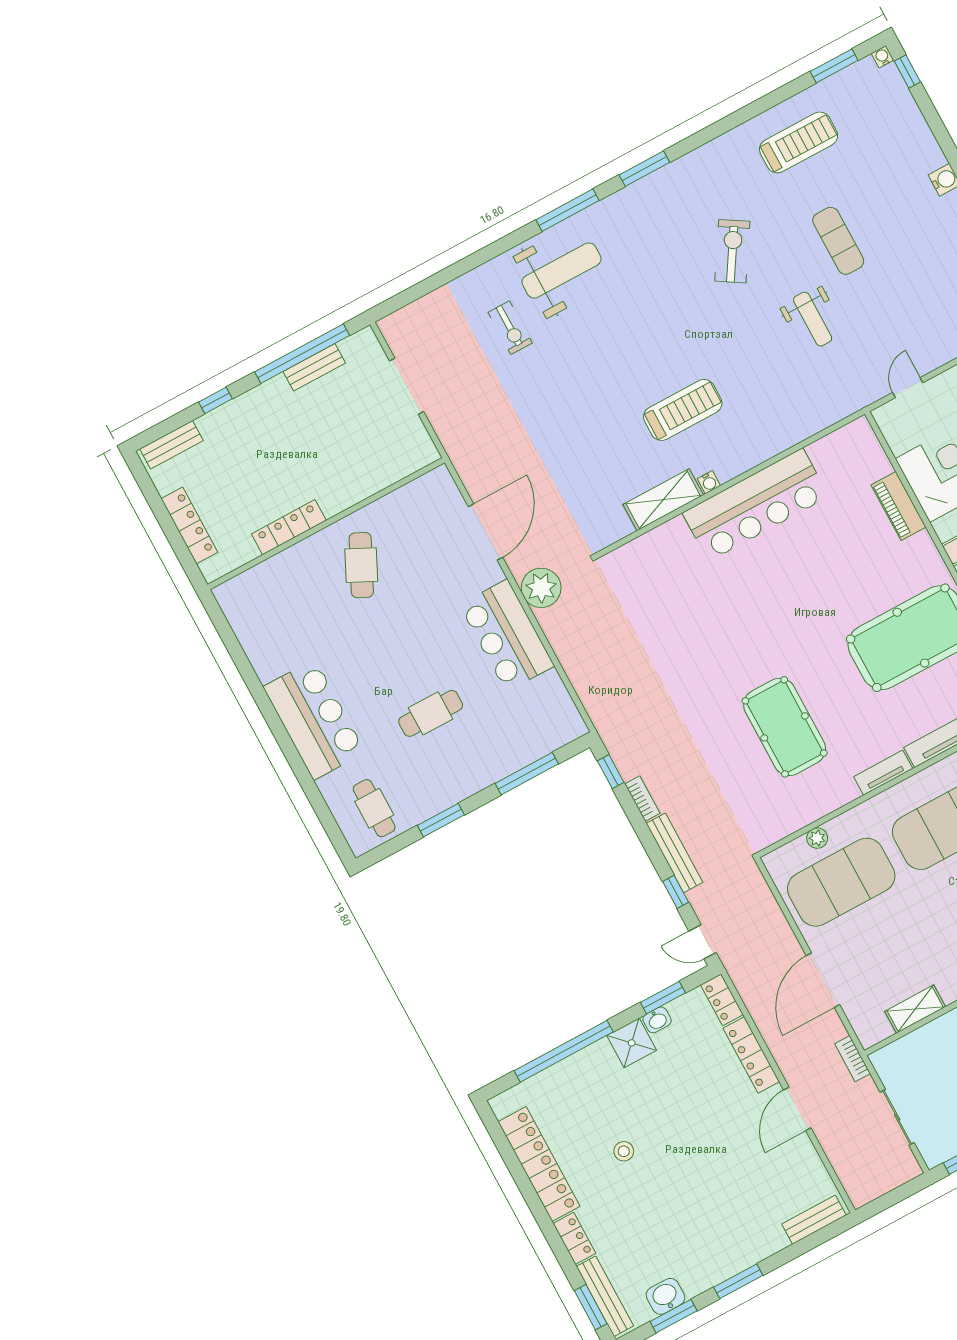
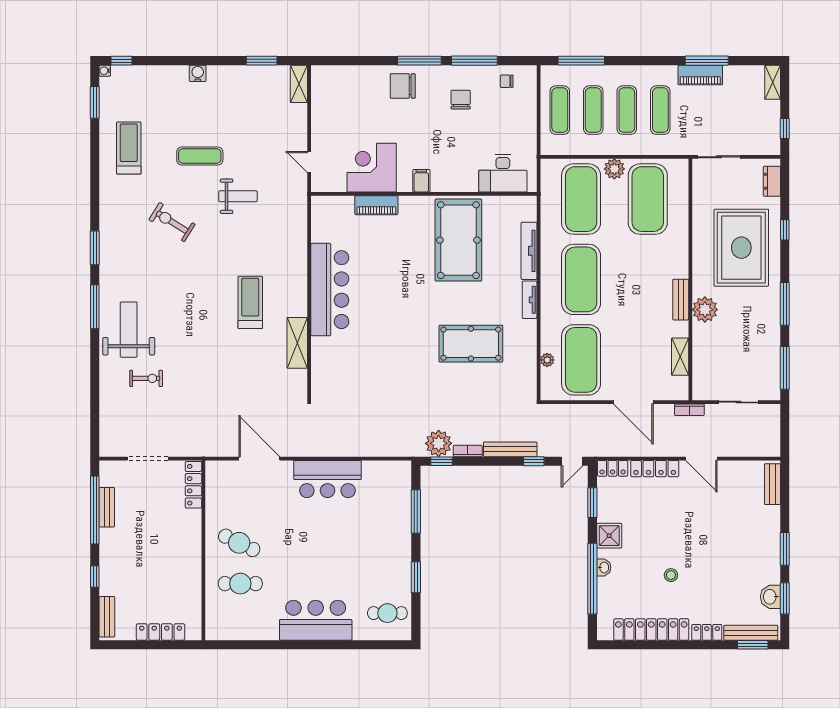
water cooler: (709, 482) -> (301, 310), removed
locker: (289, 527) -> (193, 485), moved
plant: (541, 588) -> (439, 443), moved
cafe table: (431, 713) -> (240, 584), moved, turned 90
washbasin: (657, 1020) -> (604, 568), moved

